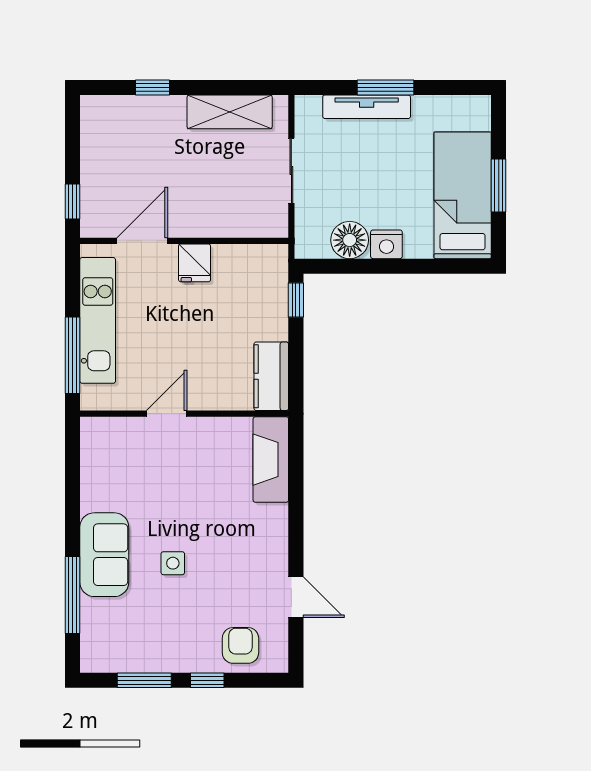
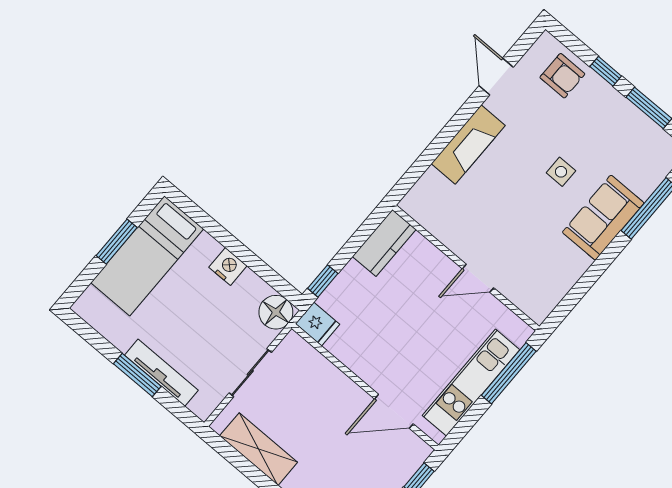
floor lamp: (350, 240) -> (276, 312), moved
fridge: (195, 263) -> (317, 324), moved, turned 90
fireplace: (271, 460) -> (468, 145), moved
armchair: (240, 645) -> (562, 76), turned -90

